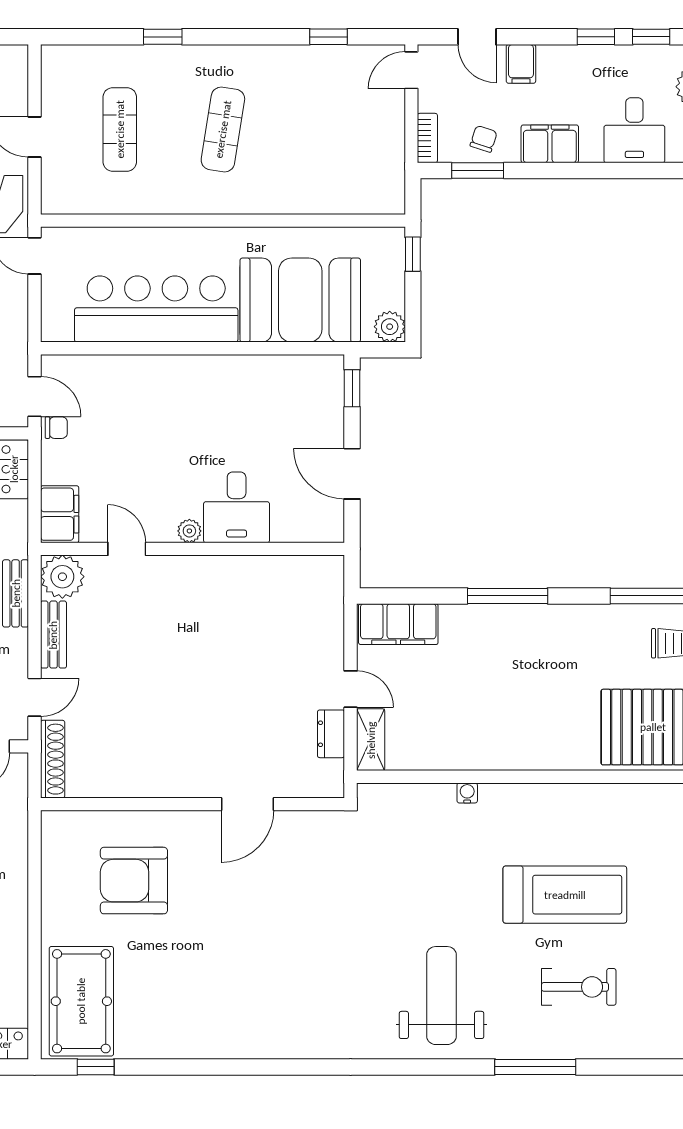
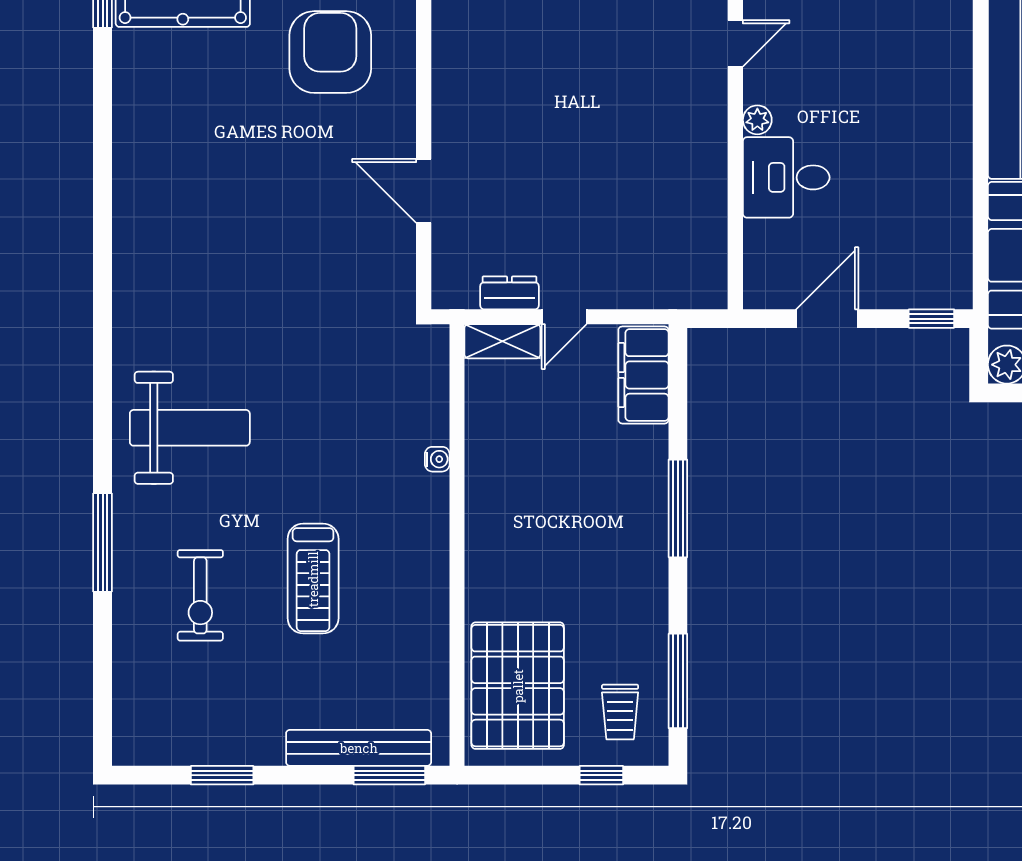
treadmill: (565, 895) -> (313, 579), width x0.73, depth x0.73

